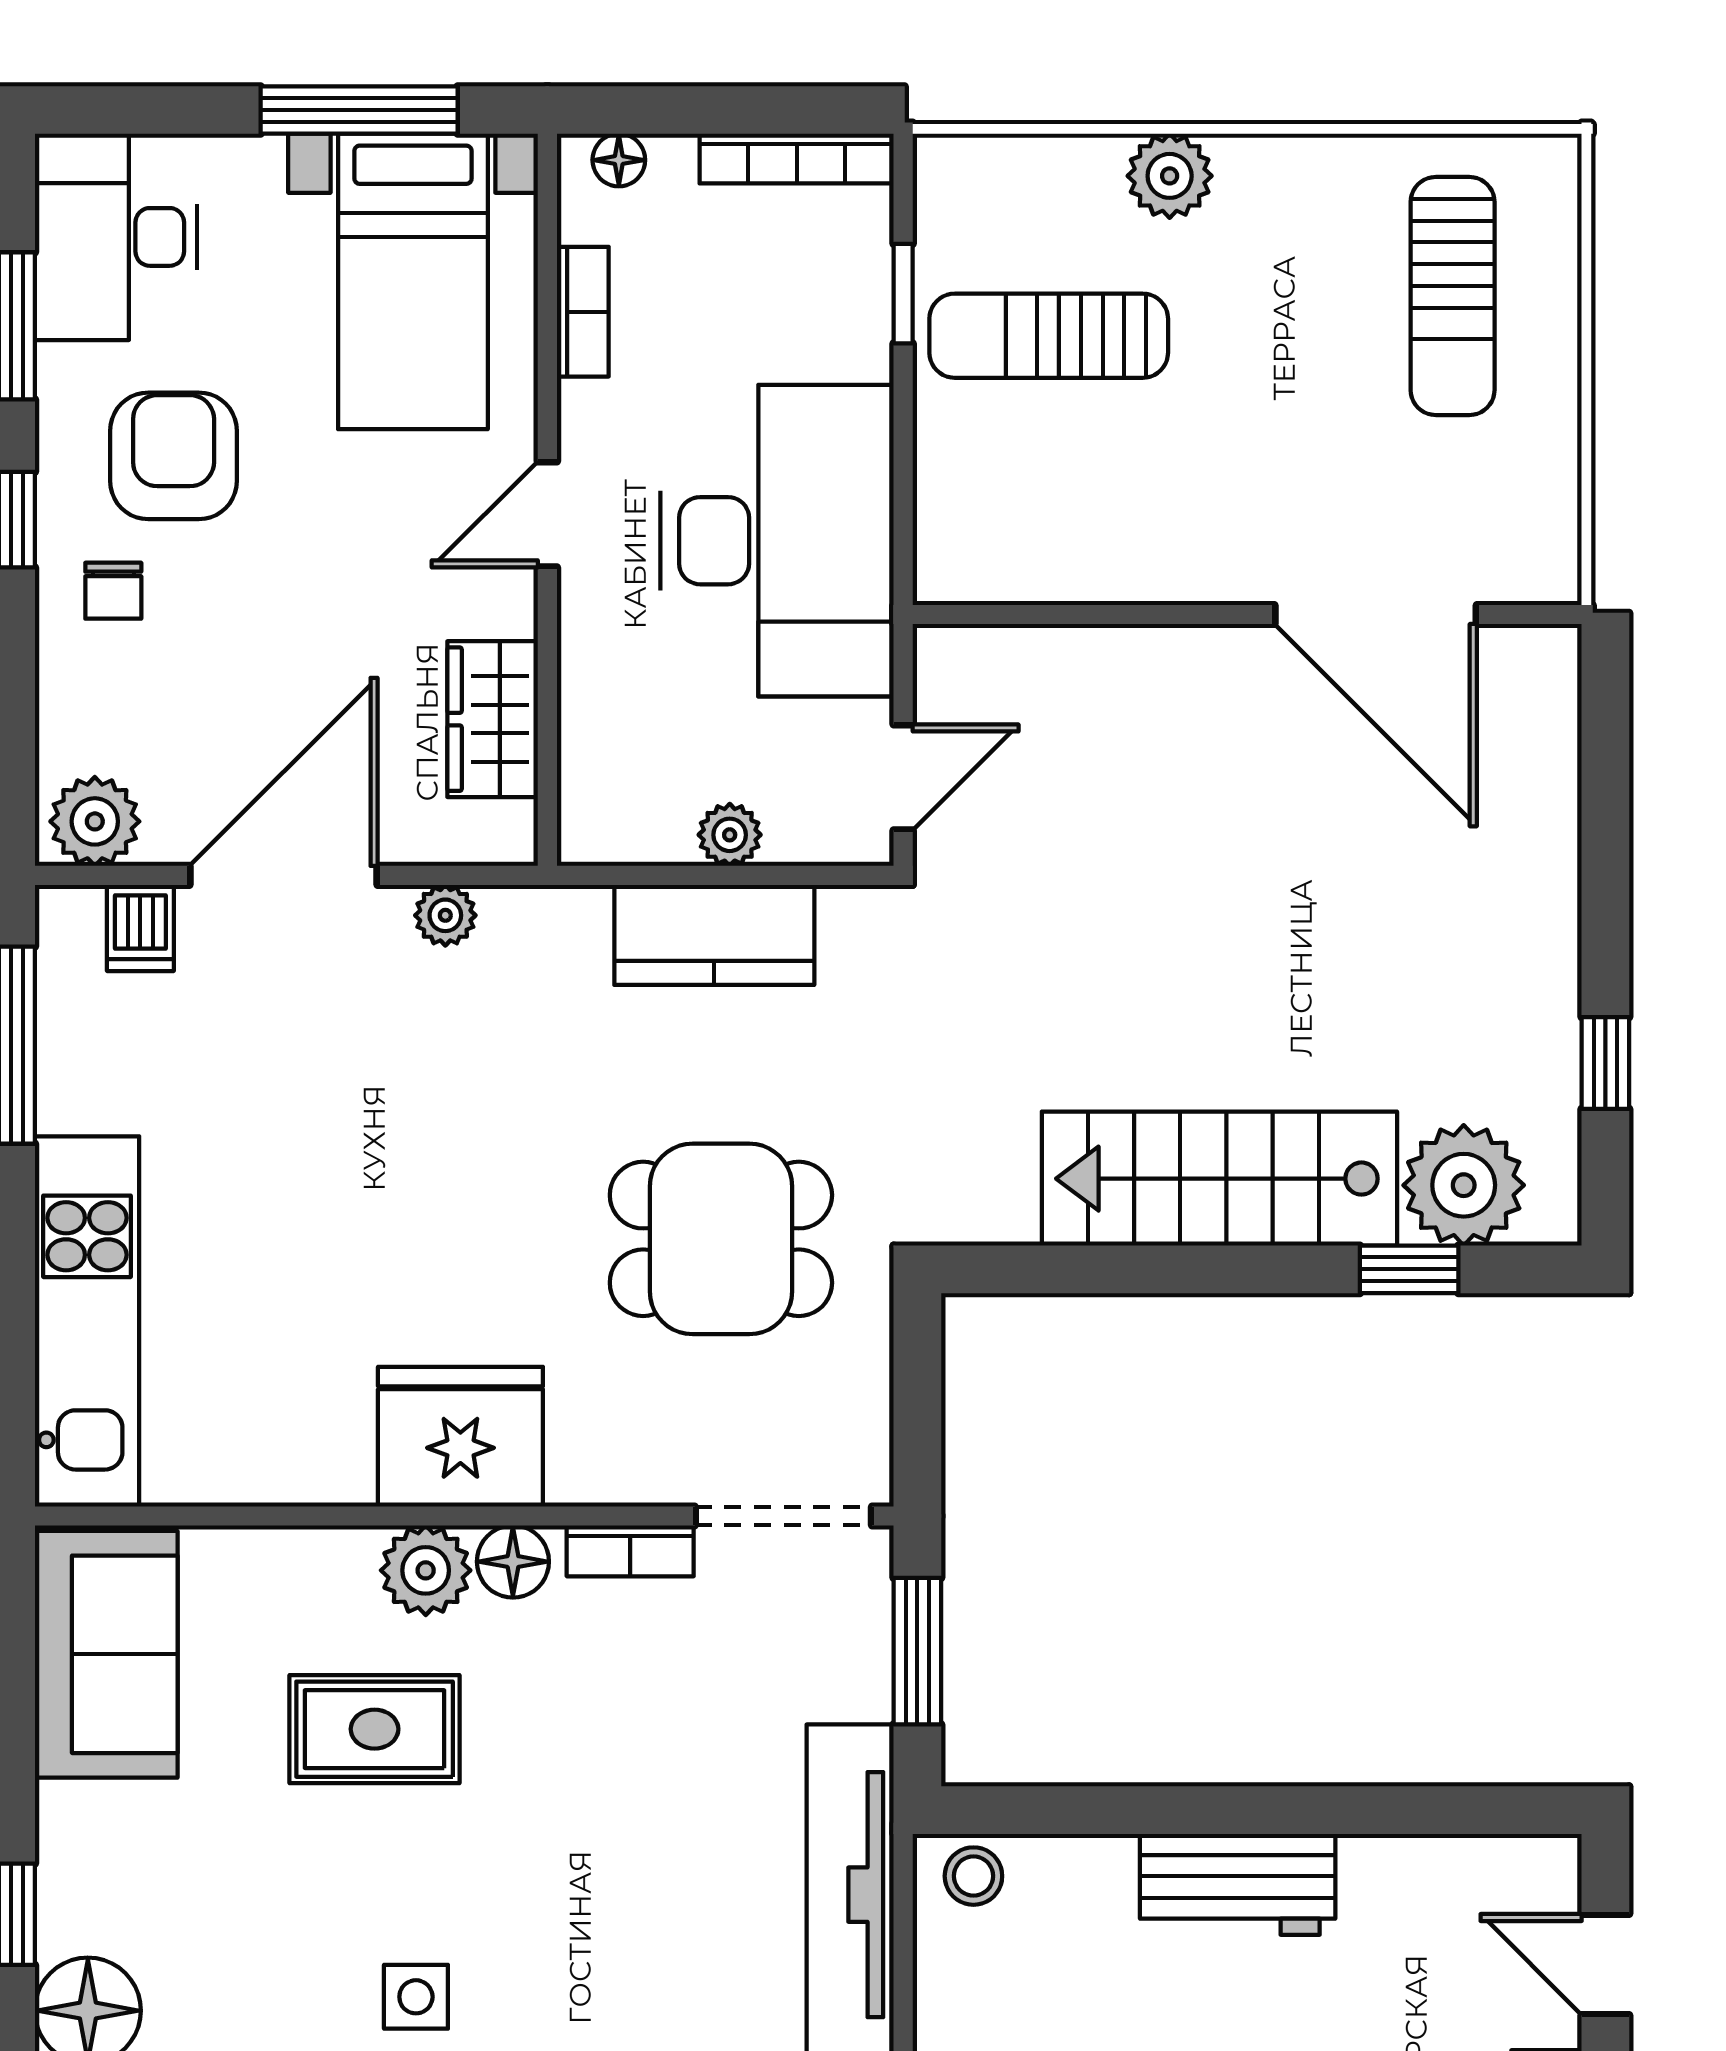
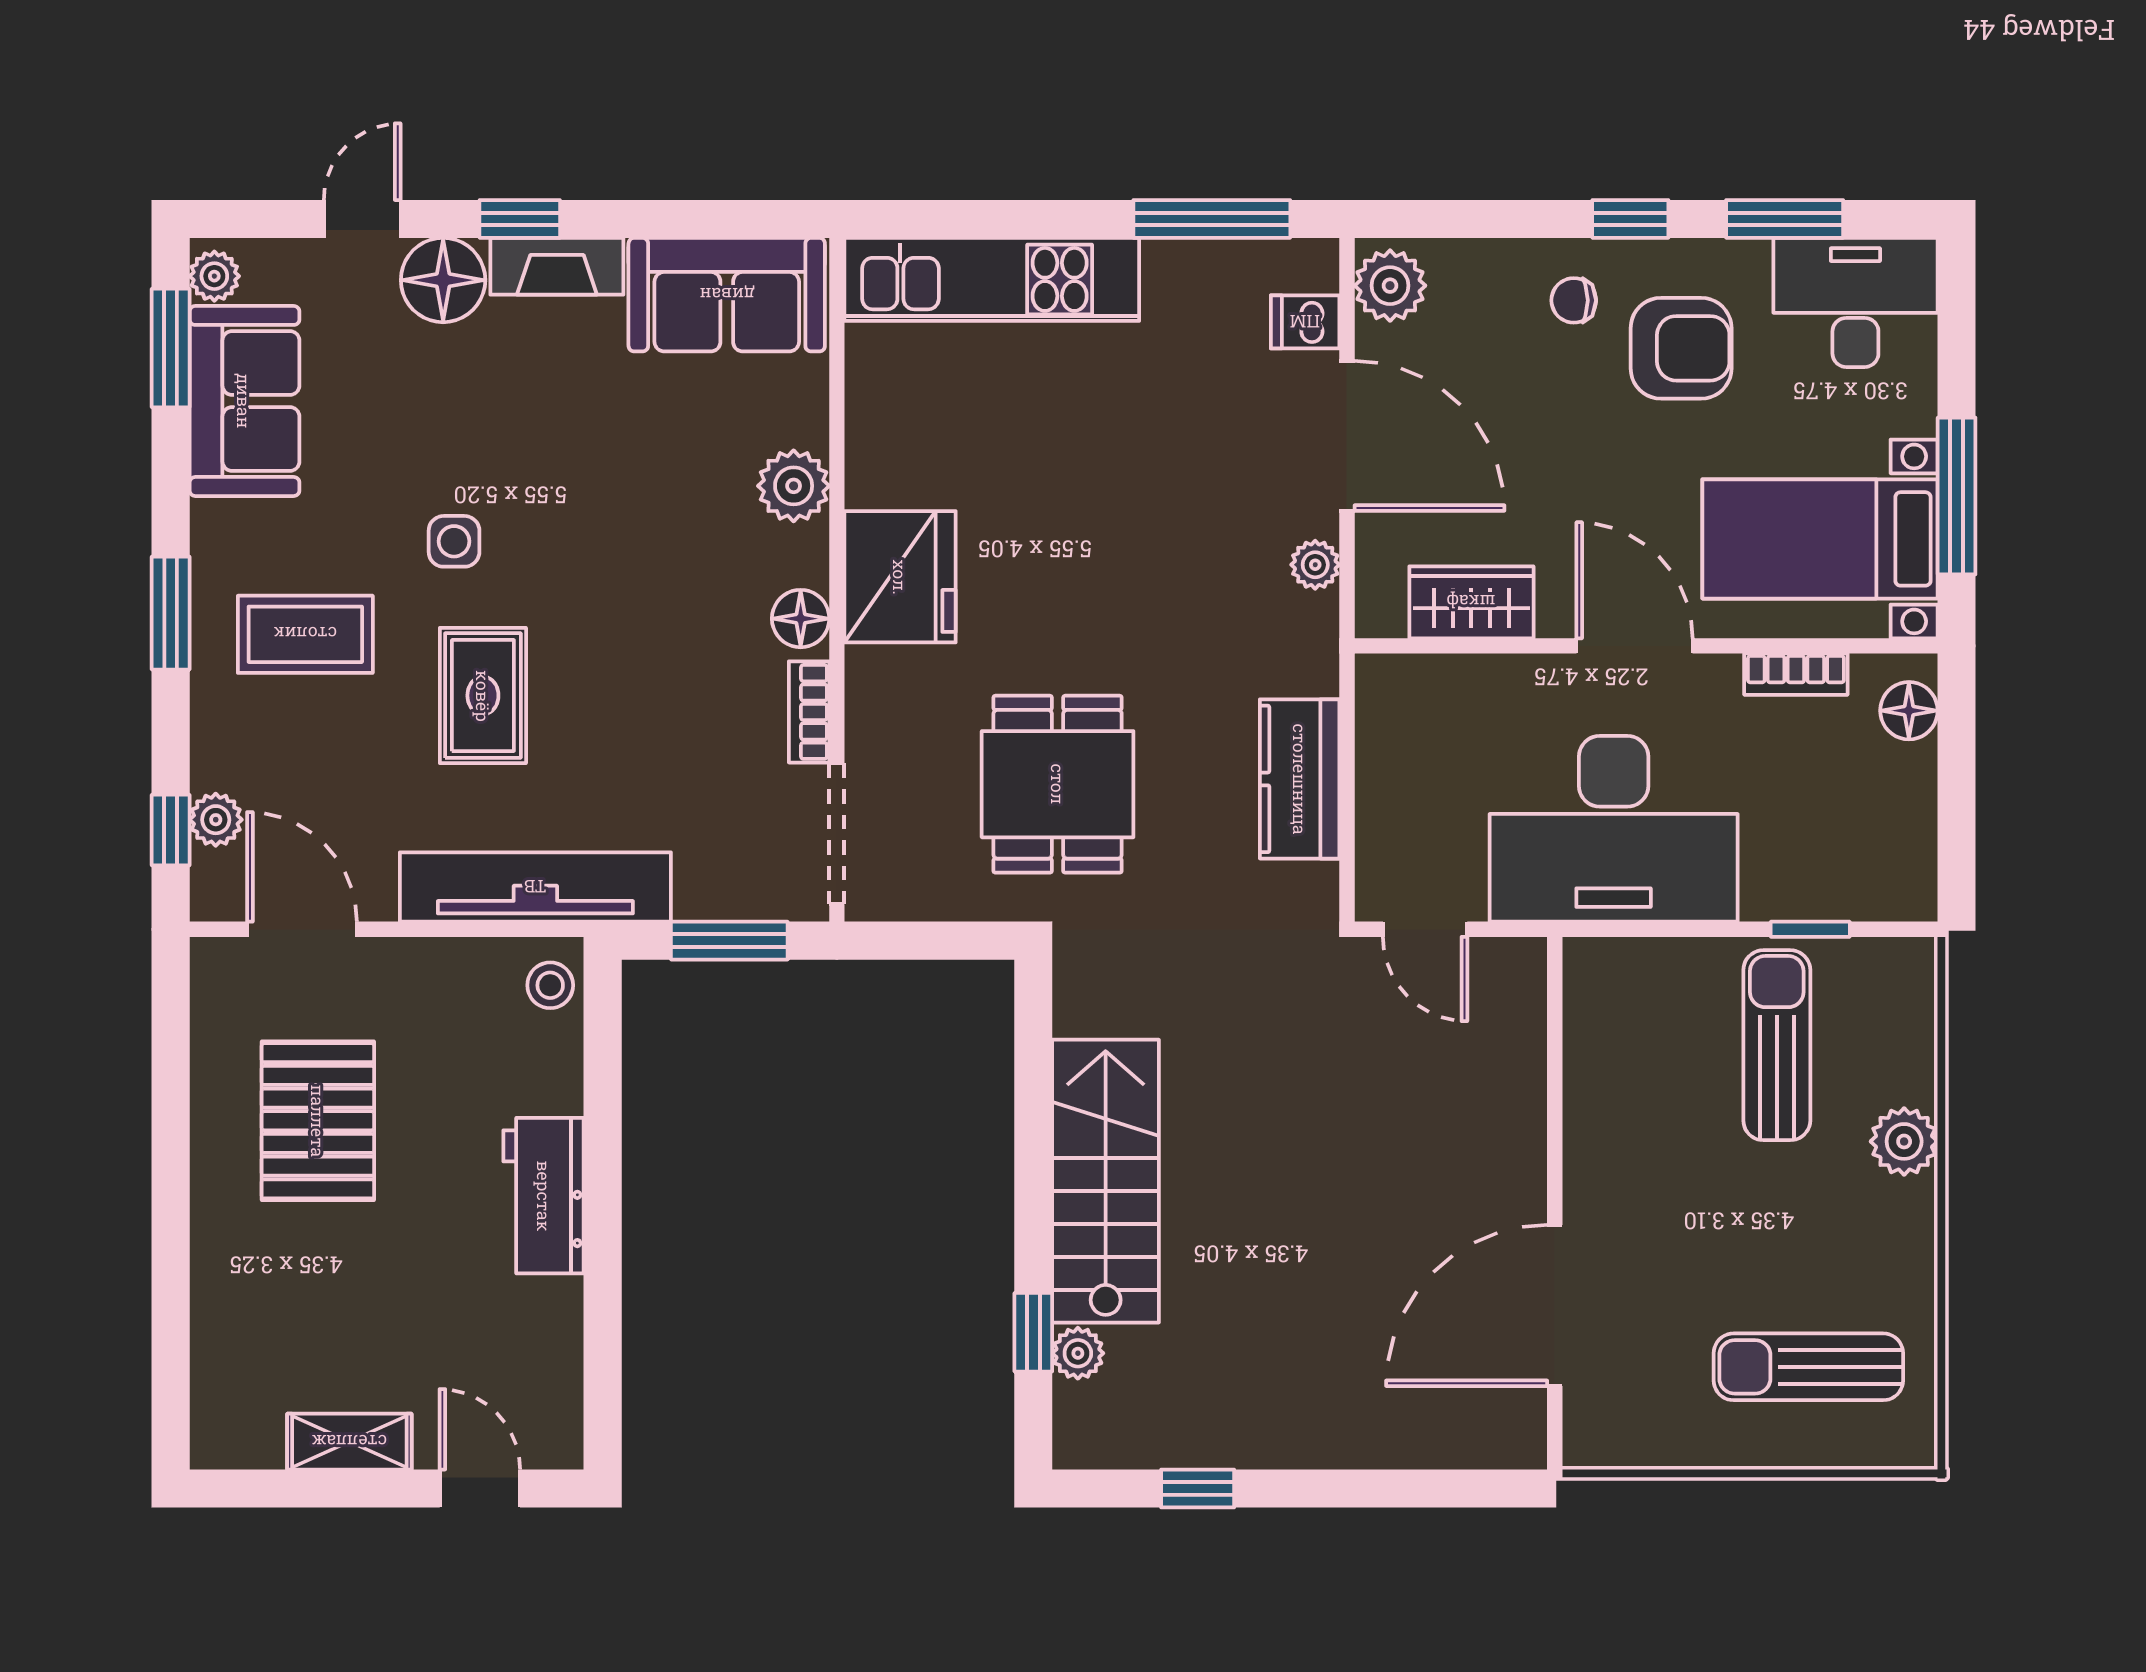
bookcase: (797, 159) -> (1918, 844), removed
floor lamp: (619, 160) -> (1909, 711), width x1.37, depth x1.37
door: (547, 514) -> (1634, 646), width x1.37
plant: (730, 835) -> (1379, 791), removed
plant: (1464, 1185) -> (1078, 1353), width x0.53, depth x0.53
plant: (426, 1570) -> (794, 486), moved
rug: (375, 1729) -> (483, 696), moved
fireplace: (71, 1868) -> (557, 266), added
door: (1605, 1964) -> (480, 1488), hinge flipped

